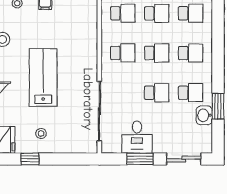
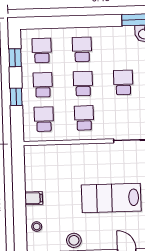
school desk: (191, 93) -> (122, 48), removed

